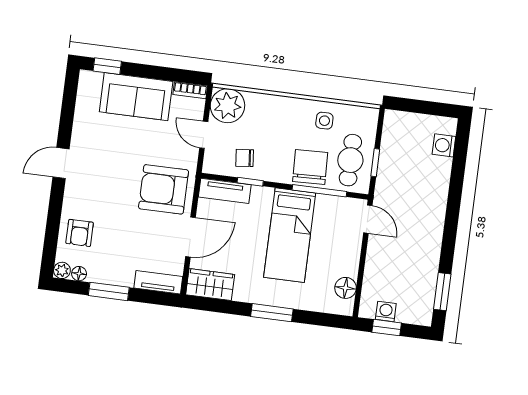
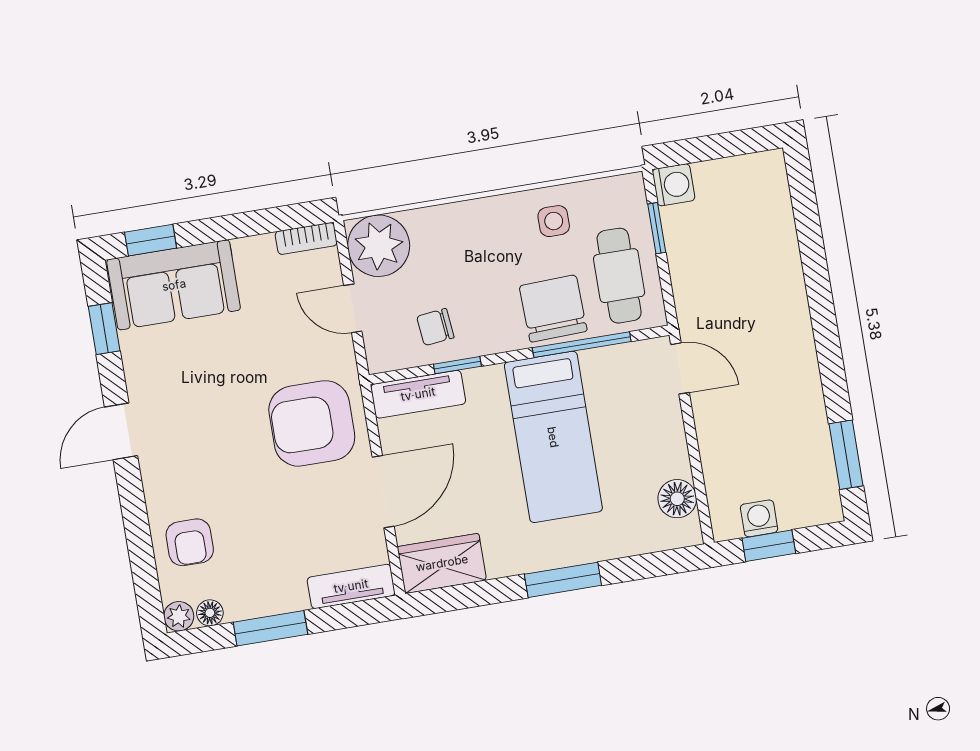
sofa: (136, 97) -> (174, 285), moved
window: (68, 106) -> (104, 329), added
washing machine: (444, 145) -> (674, 185), moved, turned 180
window: (375, 163) -> (657, 228), moved

